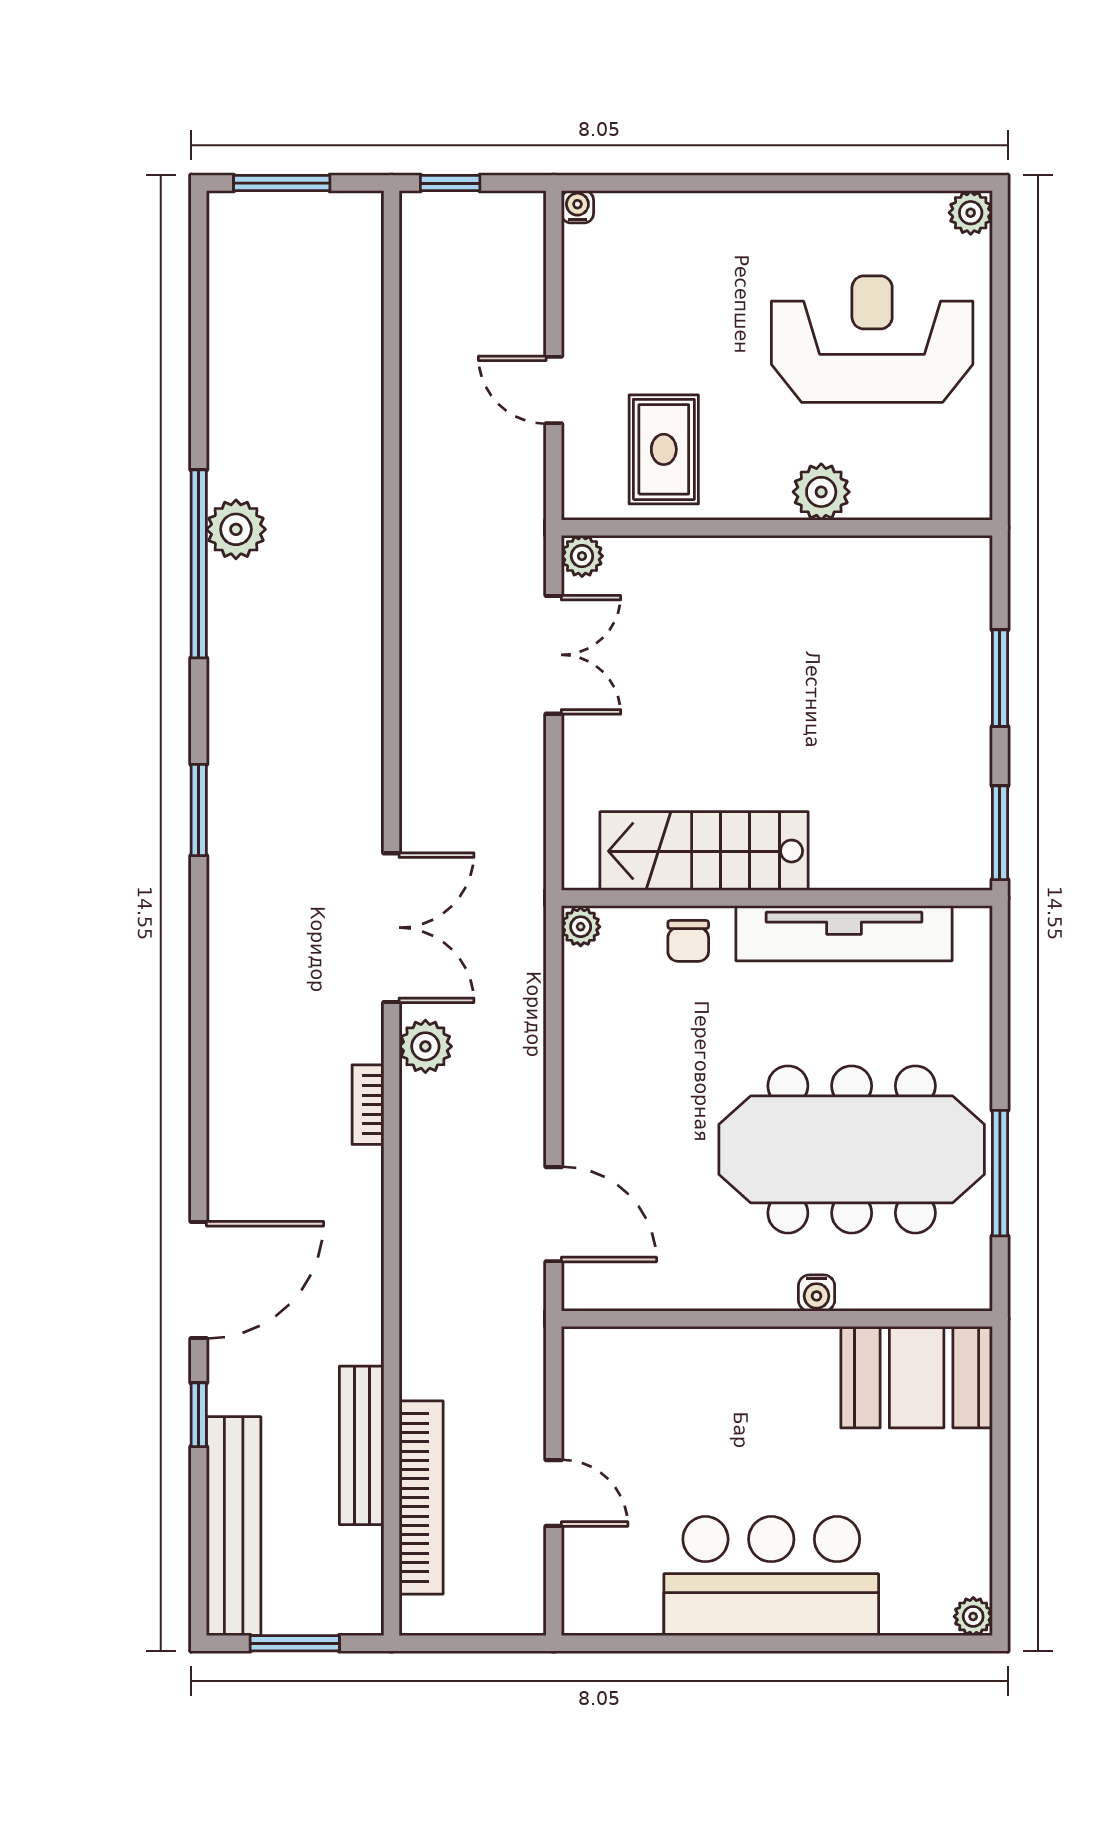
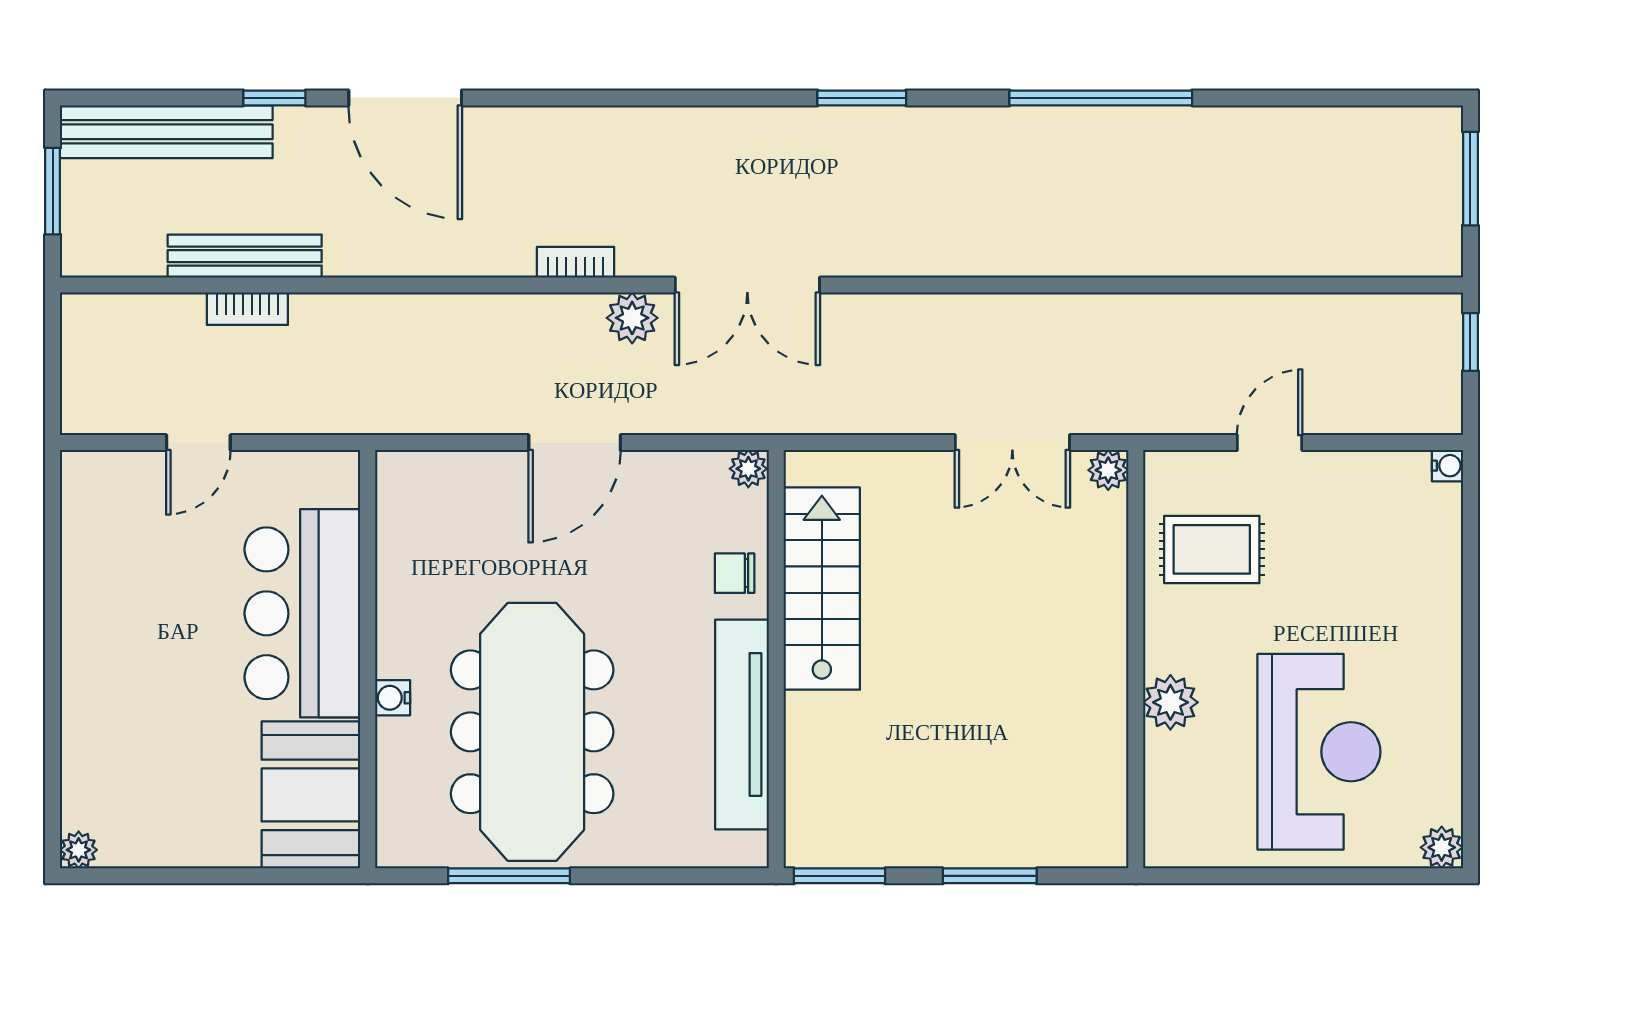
plant: (236, 529) -> (1134, 134), removed
door: (554, 1214) -> (575, 443), moved
bookcase: (421, 1497) -> (247, 309), width x0.43, depth x0.76
bar counter: (771, 1576) -> (302, 613), moved, turned 180

